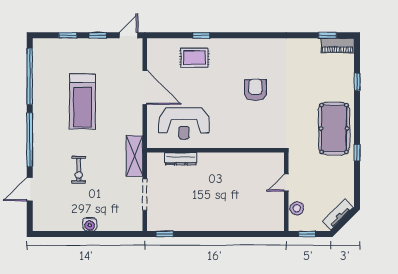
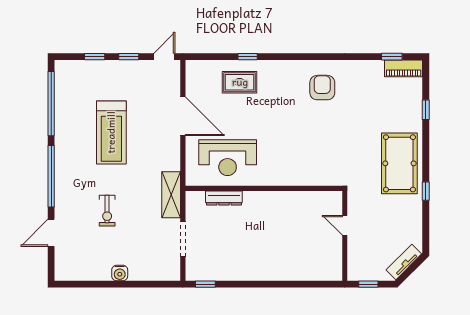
armchair: (255, 90) -> (322, 88), moved
door: (286, 183) -> (345, 225), hinge flipped
stool: (297, 208) -> (357, 255), removed

